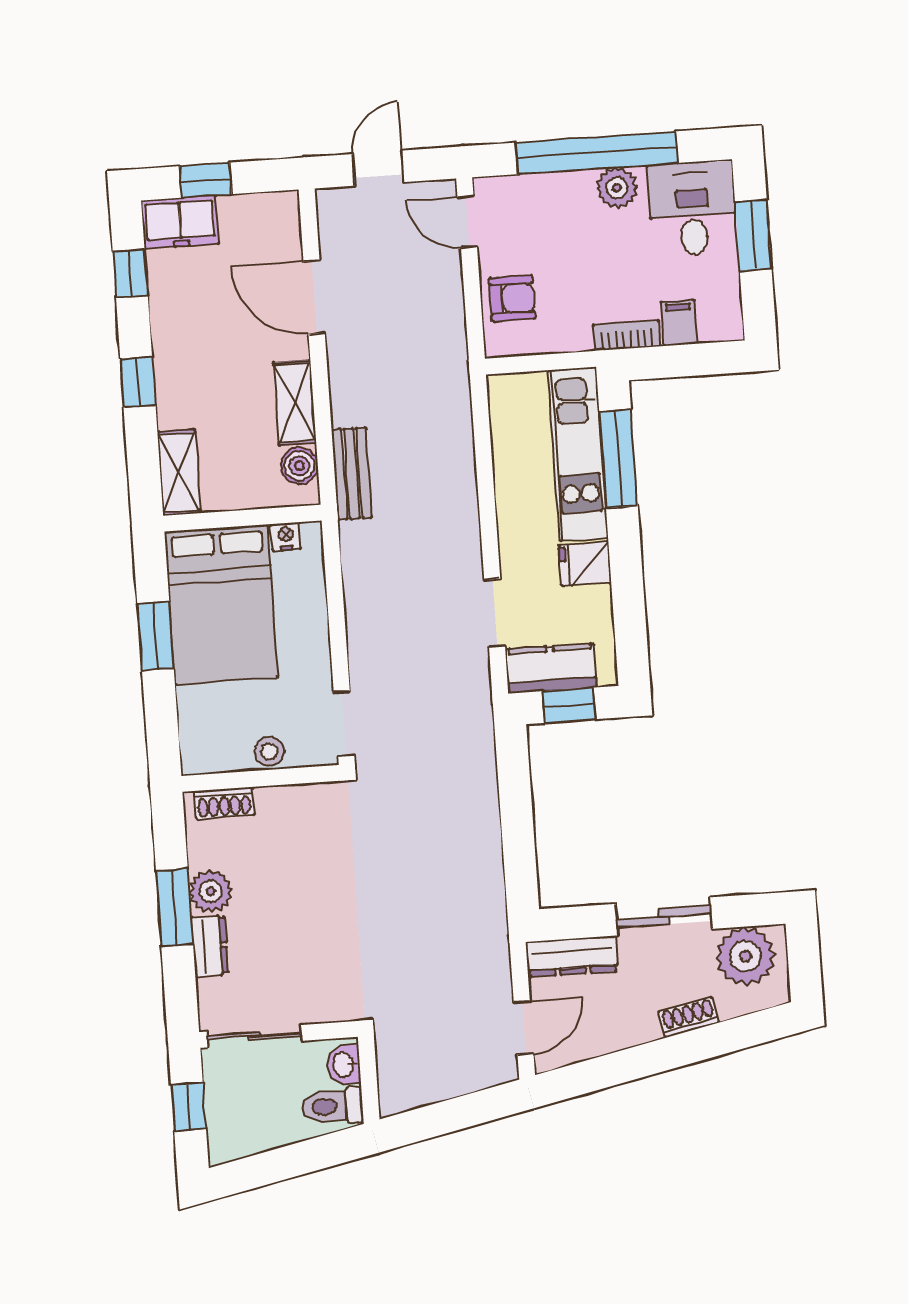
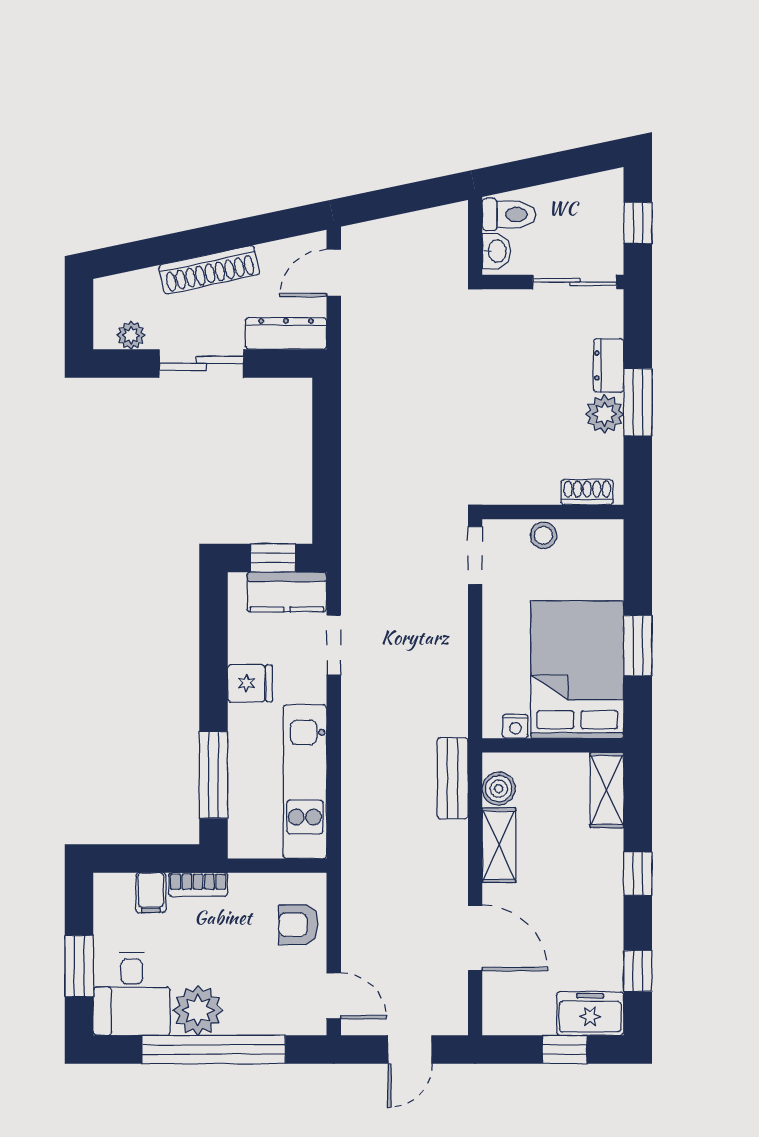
plant: (617, 188) -> (198, 1010), width x1.36, depth x1.36
kitchen unit: (578, 454) -> (305, 782), moved, turned 180
plant: (745, 956) -> (131, 335), width x0.53, depth x0.53
shoe rack: (689, 1017) -> (209, 270), width x1.94, depth x1.24

